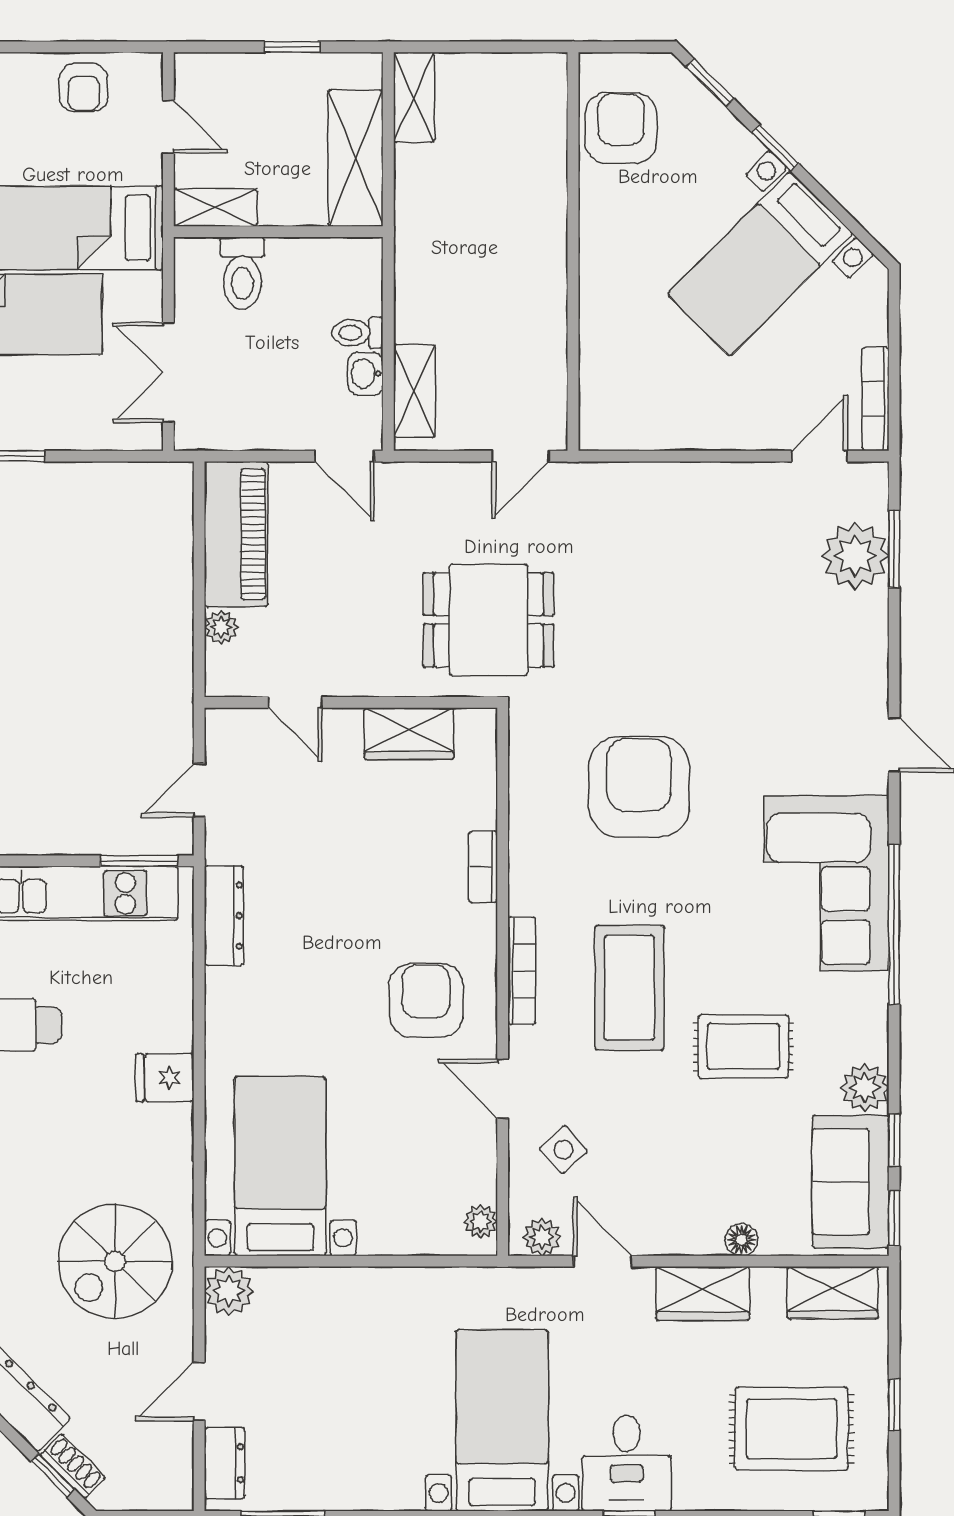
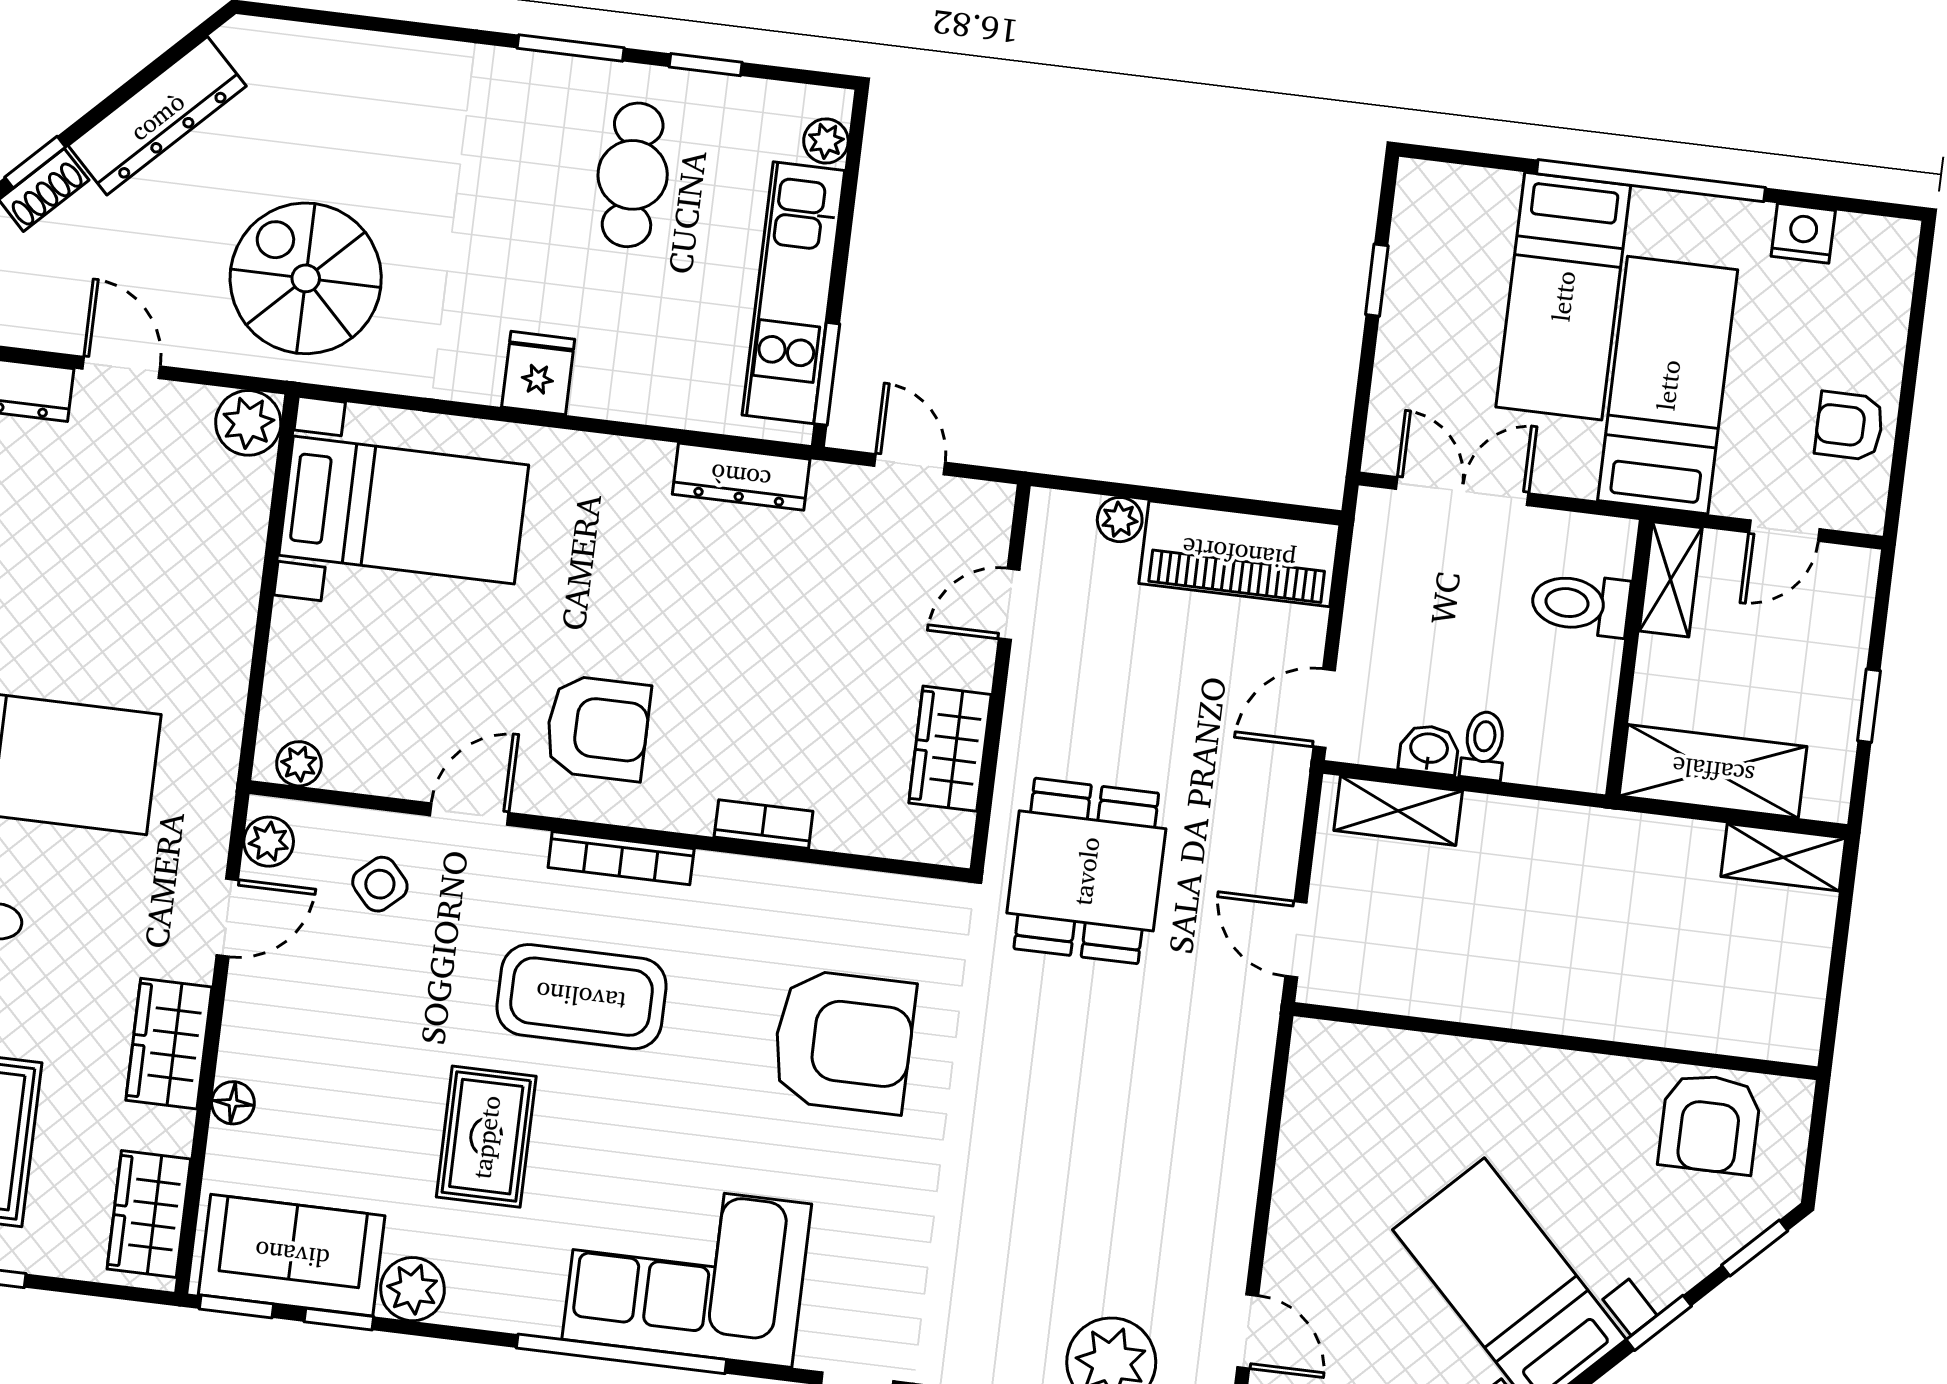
armchair: (621, 128) -> (1710, 1124), turned 90

